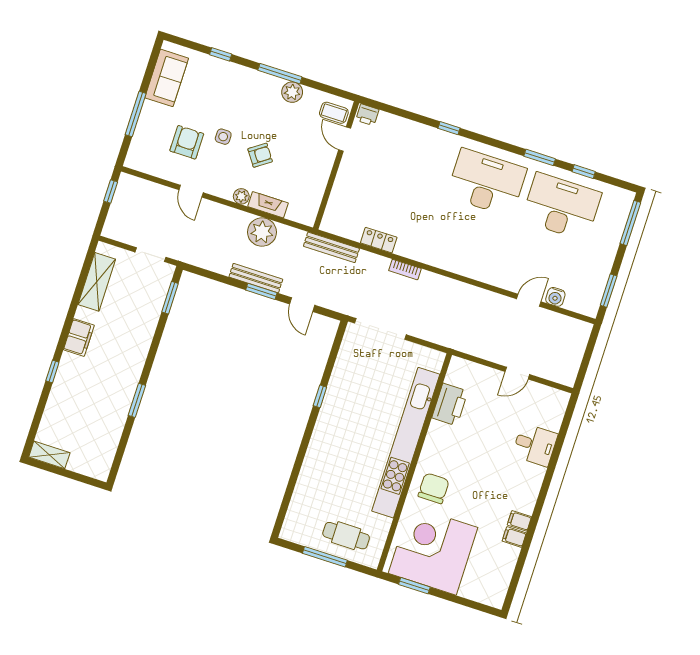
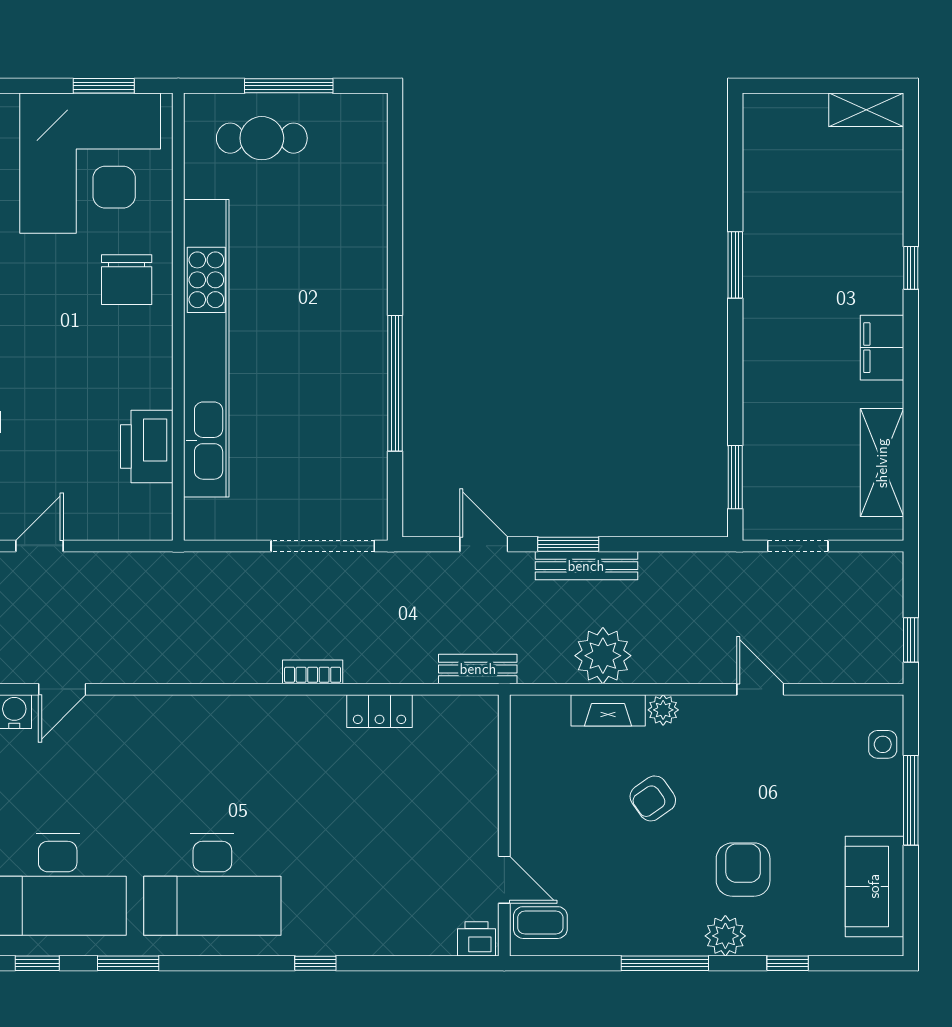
plant: (292, 92) -> (725, 936), moved
side table: (223, 137) -> (883, 744), moved
armchair: (187, 142) -> (743, 870), moved, turned 180
bench: (331, 247) -> (478, 669), width x0.73
window: (320, 396) -> (395, 383), width x3.17

